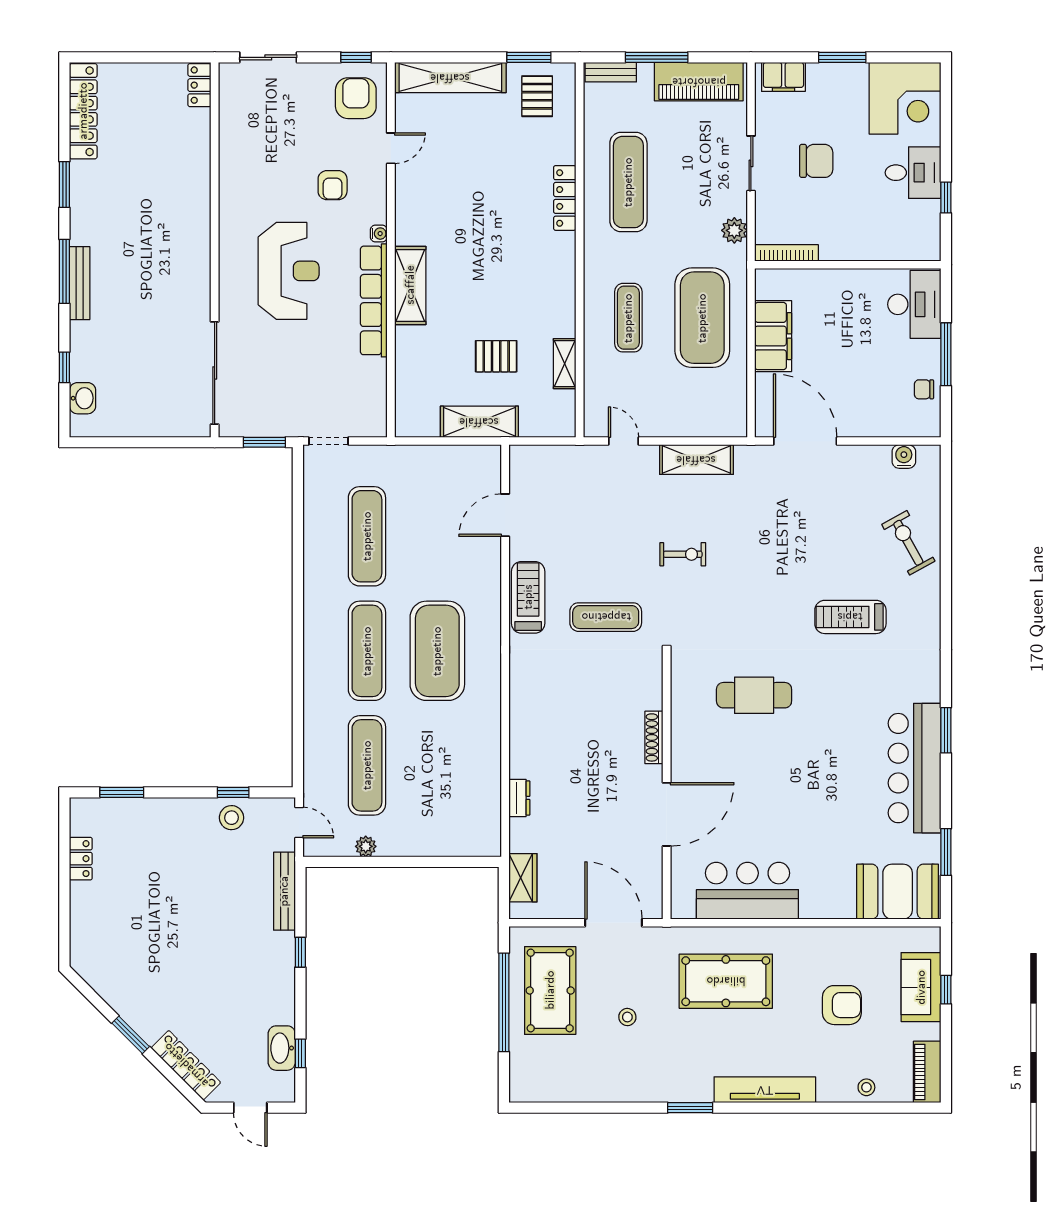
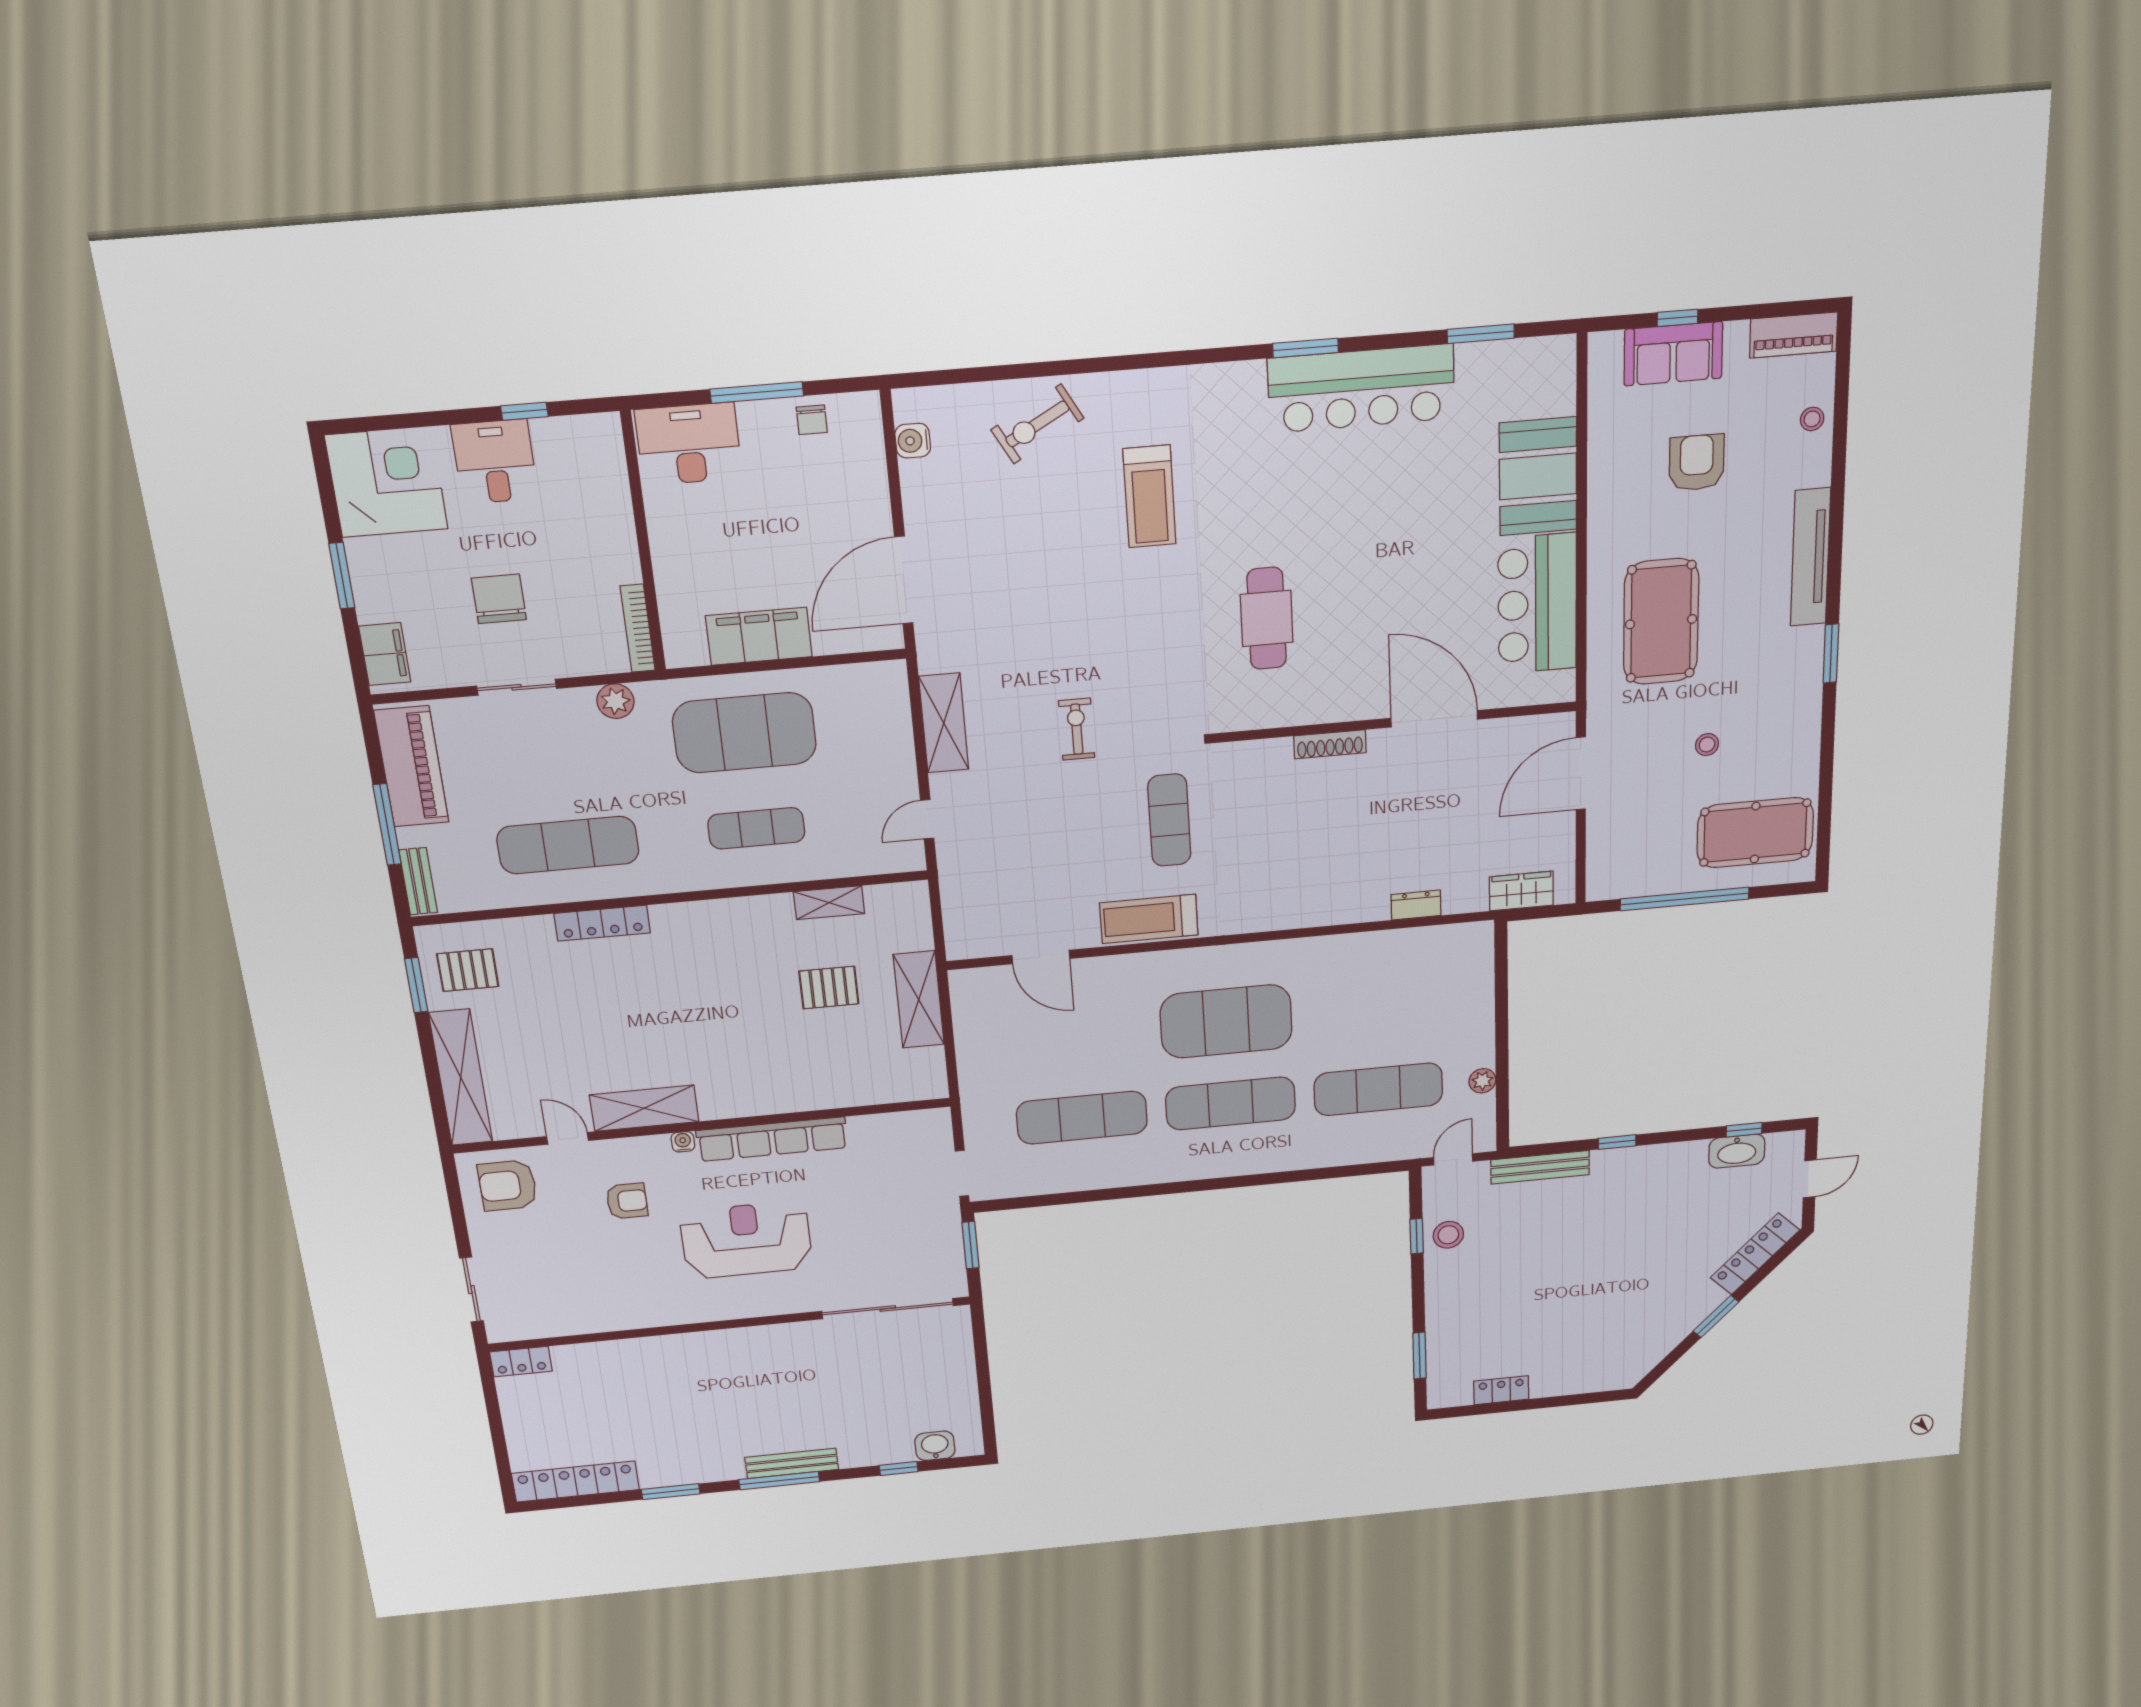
window: (356, 57) -> (453, 1190), removed
shelving: (410, 285) -> (644, 1108), moved
pallet: (496, 356) -> (829, 988), turned 90
booth: (898, 892) -> (1538, 477), moved
pool table: (550, 990) -> (1755, 833), moved

